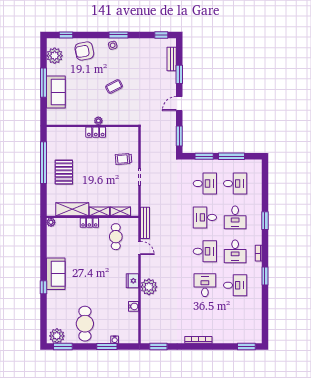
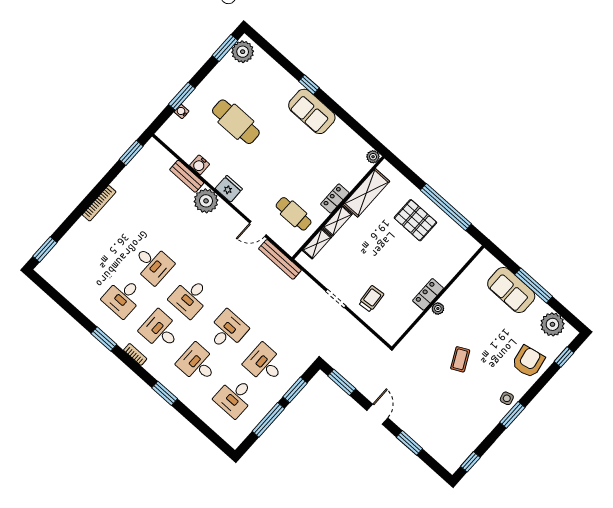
bench: (172, 59) -> (187, 176), moved
desk: (205, 183) -> (264, 364), turned 90
cafe table: (85, 324) -> (236, 122), moved

